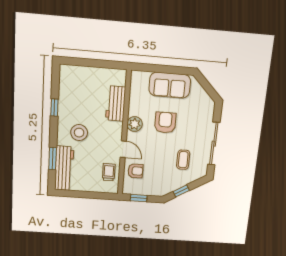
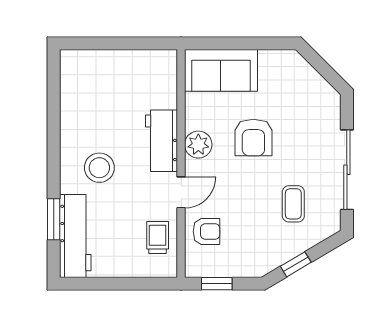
sofa: (170, 85) -> (221, 70), moved
workbench: (116, 104) -> (162, 141), moved
window: (54, 108) -> (54, 126), removed
armchair: (165, 123) -> (253, 138), turned 180
door: (123, 149) -> (181, 192), hinge flipped

